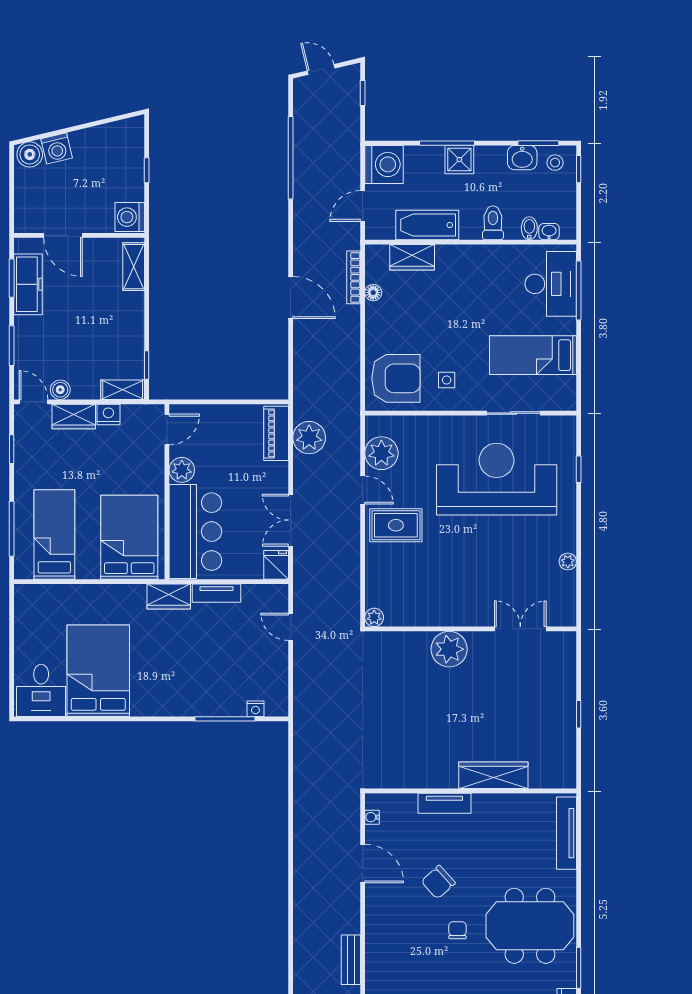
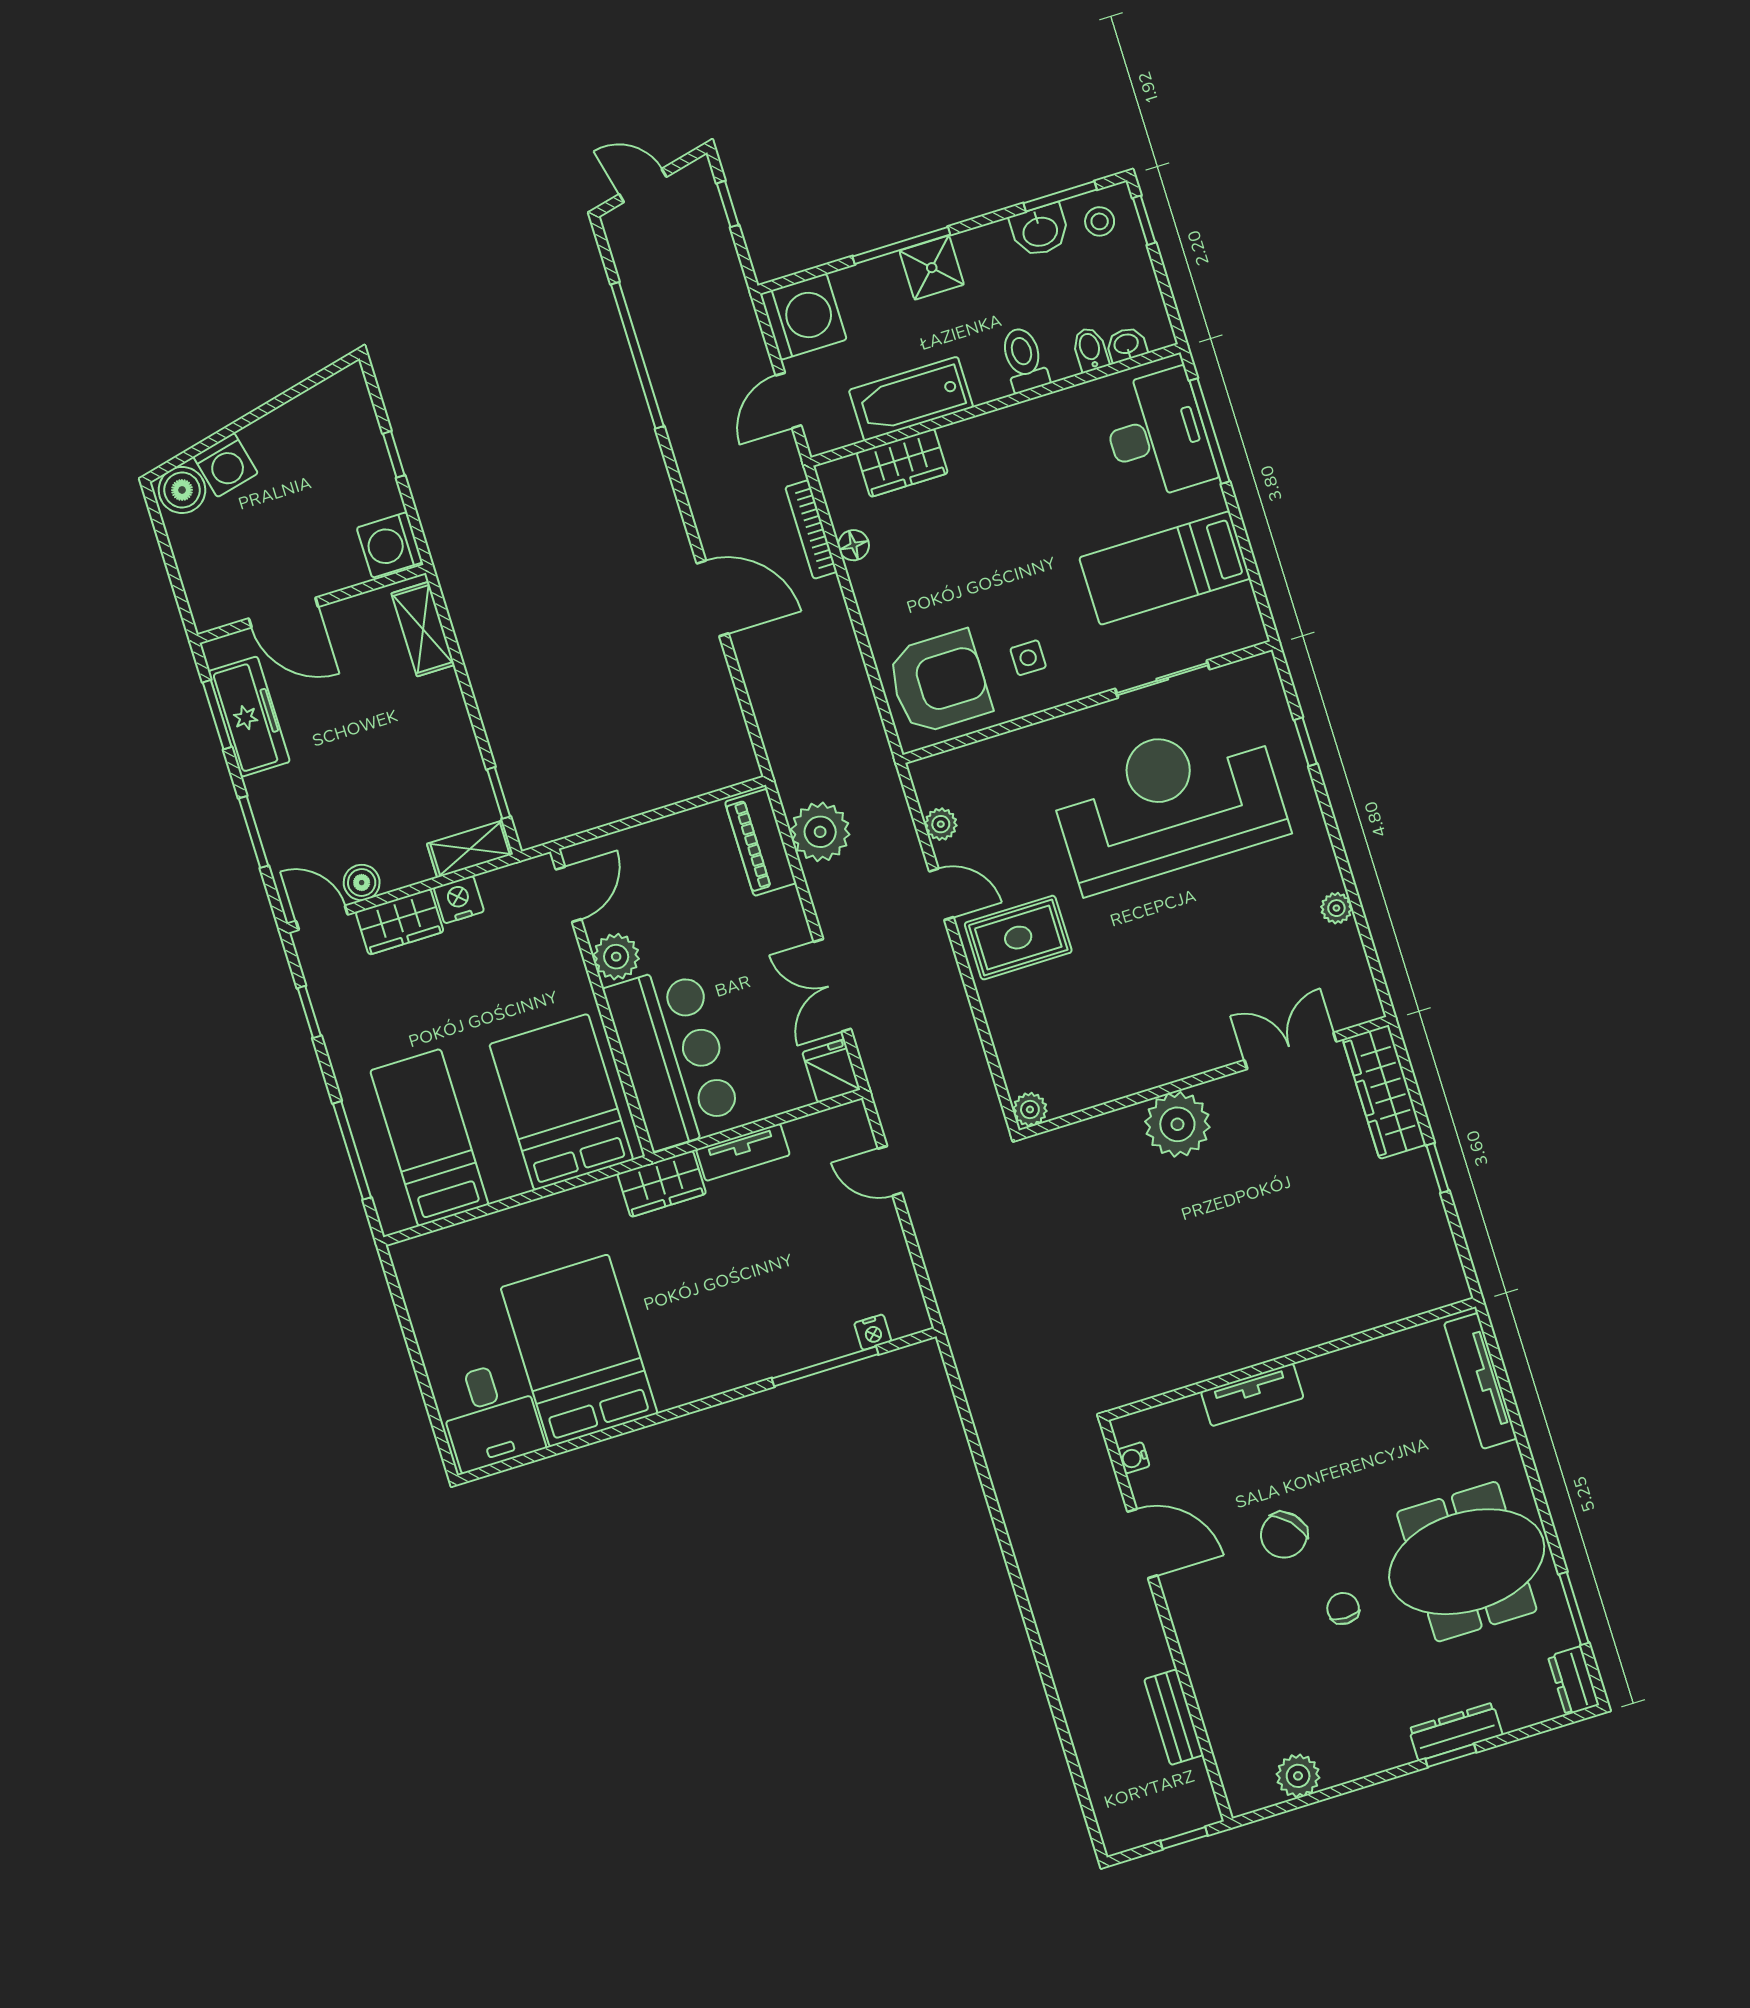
plant: (381, 453) -> (941, 824), width x0.53, depth x0.53
wardrobe: (493, 775) -> (1384, 1092), moved, turned -90

